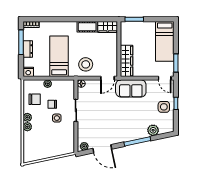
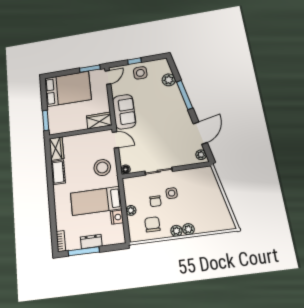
bed: (165, 41) -> (68, 89), width x1.50
wardrobe: (127, 61) -> (99, 121), width x0.67
nightstand: (28, 72) -> (117, 217), moved

